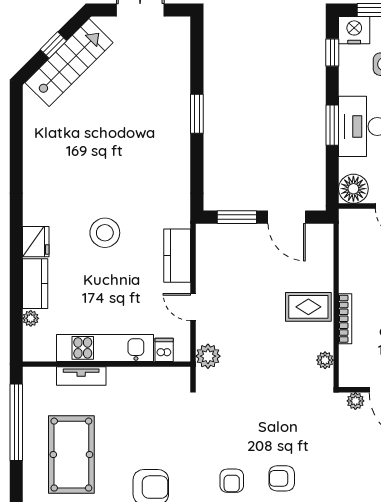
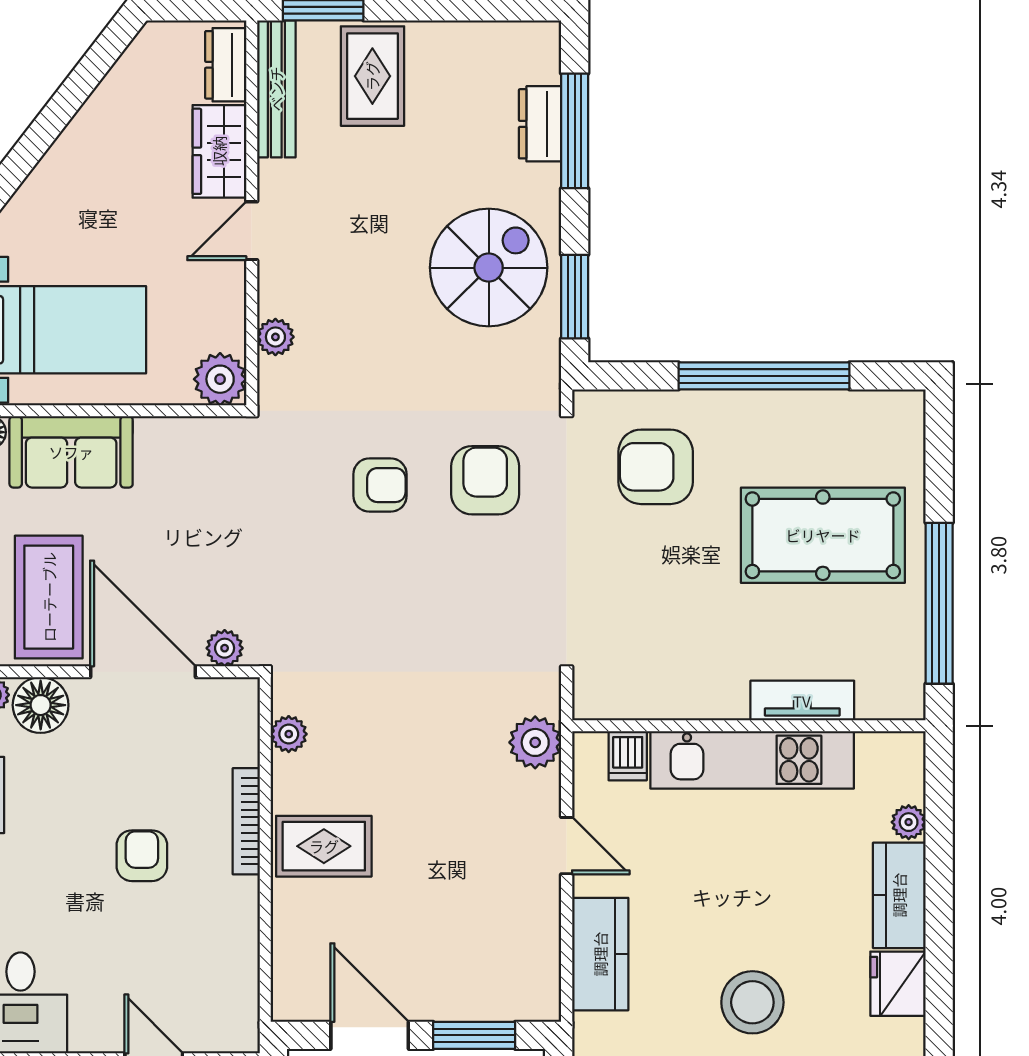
pool table: (71, 455) -> (823, 535), turned 90
armchair: (232, 481) -> (485, 480), width x1.38, depth x1.38

